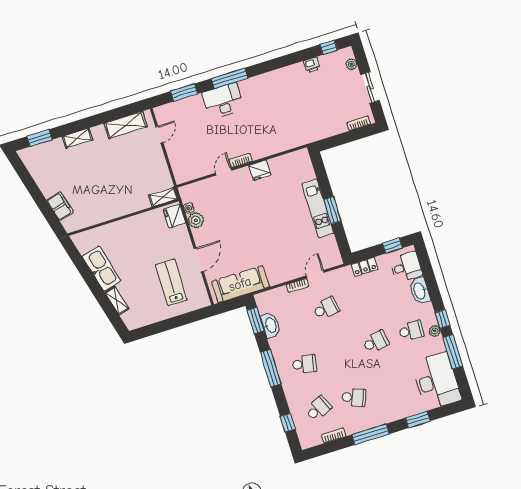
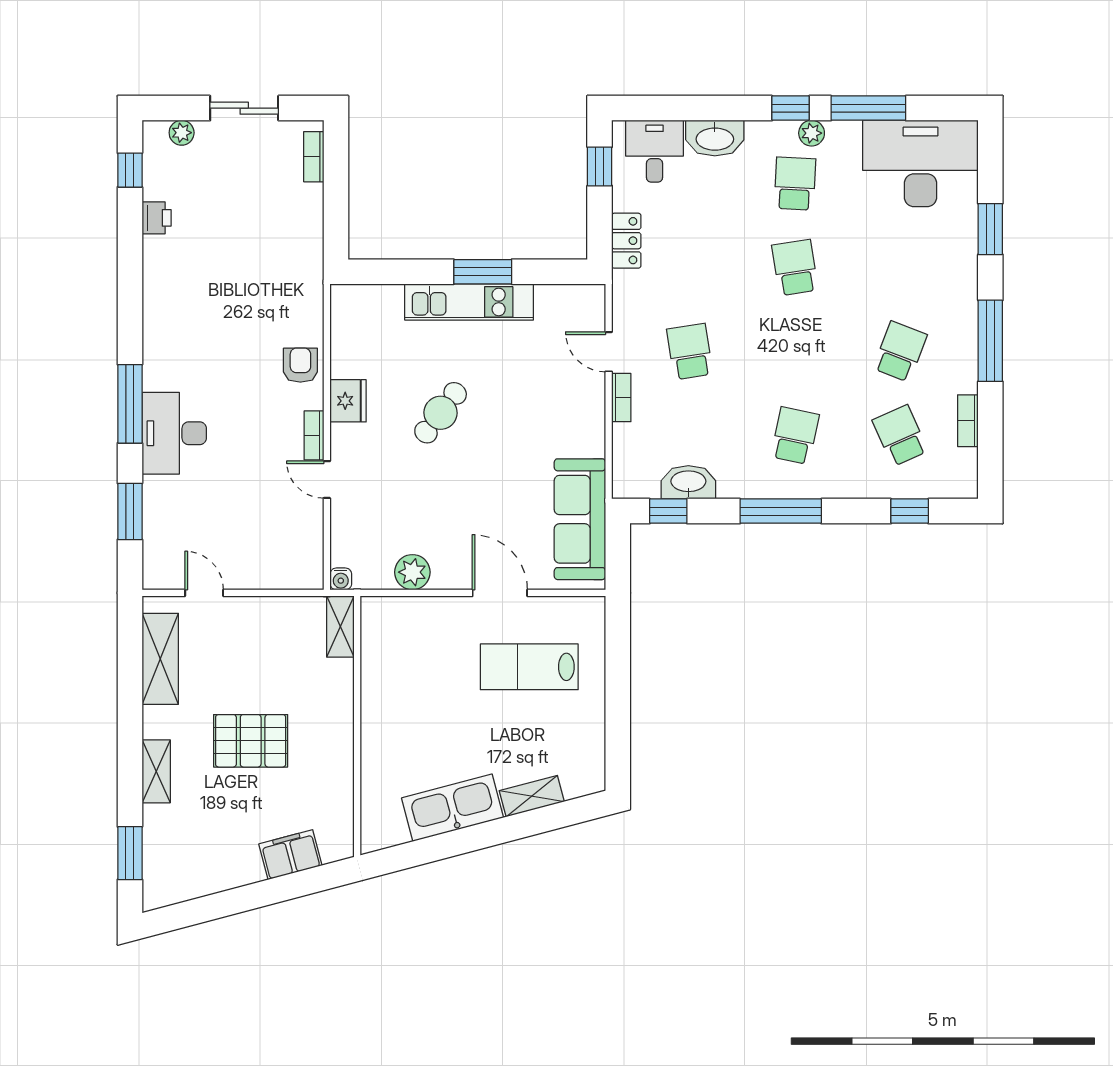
armchair: (269, 145) -> (300, 365), added
pallet: (103, 174) -> (251, 741), added
water cooler: (189, 208) -> (341, 579), moved
cafe table: (267, 211) -> (441, 413), added
fridge: (174, 216) -> (389, 615), removed
window: (256, 321) -> (668, 511), width x0.67

